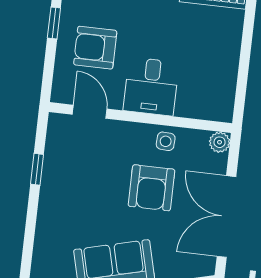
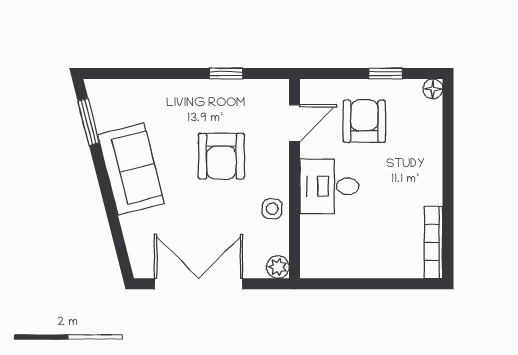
armchair: (151, 188) -> (221, 156), moved, turned -90

